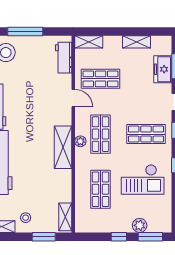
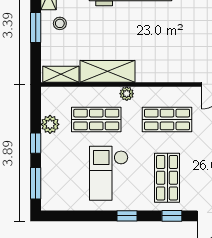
plant: (80, 141) -> (127, 94), moved
shelving: (63, 147) -> (108, 71), moved
plant: (140, 225) -> (50, 124), moved
window: (44, 237) -> (36, 27), moved

